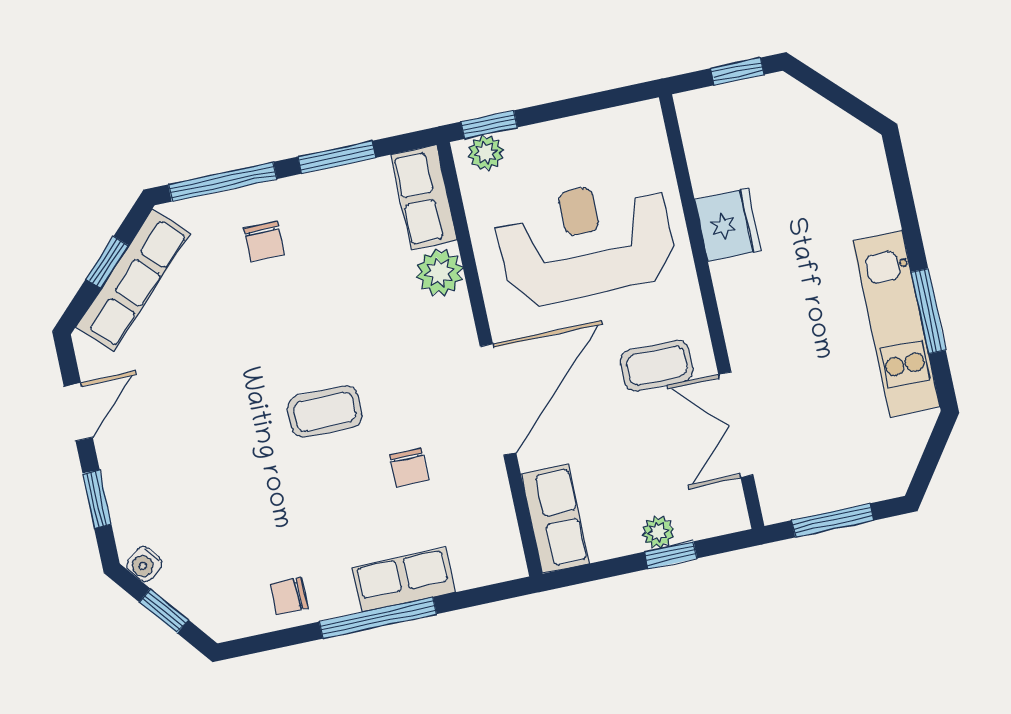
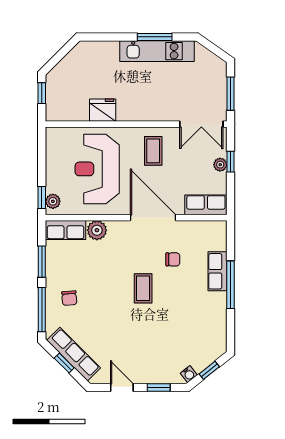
chair: (264, 241) -> (69, 298), turned 85
double door: (736, 425) -> (201, 124), moved
chair: (289, 596) -> (214, 319), removed

